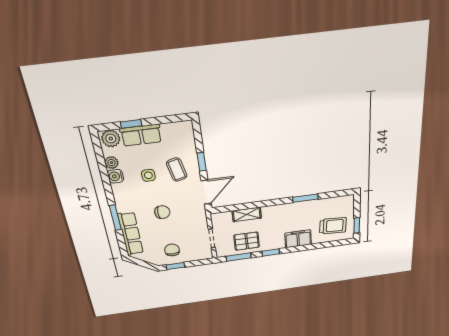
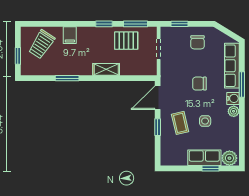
plant: (111, 163) -> (234, 111), moved
water cooler: (116, 176) -> (233, 98), moved
shelving: (247, 214) -> (106, 69), moved
window: (357, 225) -> (18, 56), moved
trolley: (333, 226) -> (42, 44), turned -61
filing cabinet: (298, 239) -> (70, 35), width x0.50
window: (175, 266) -> (180, 24), moved

